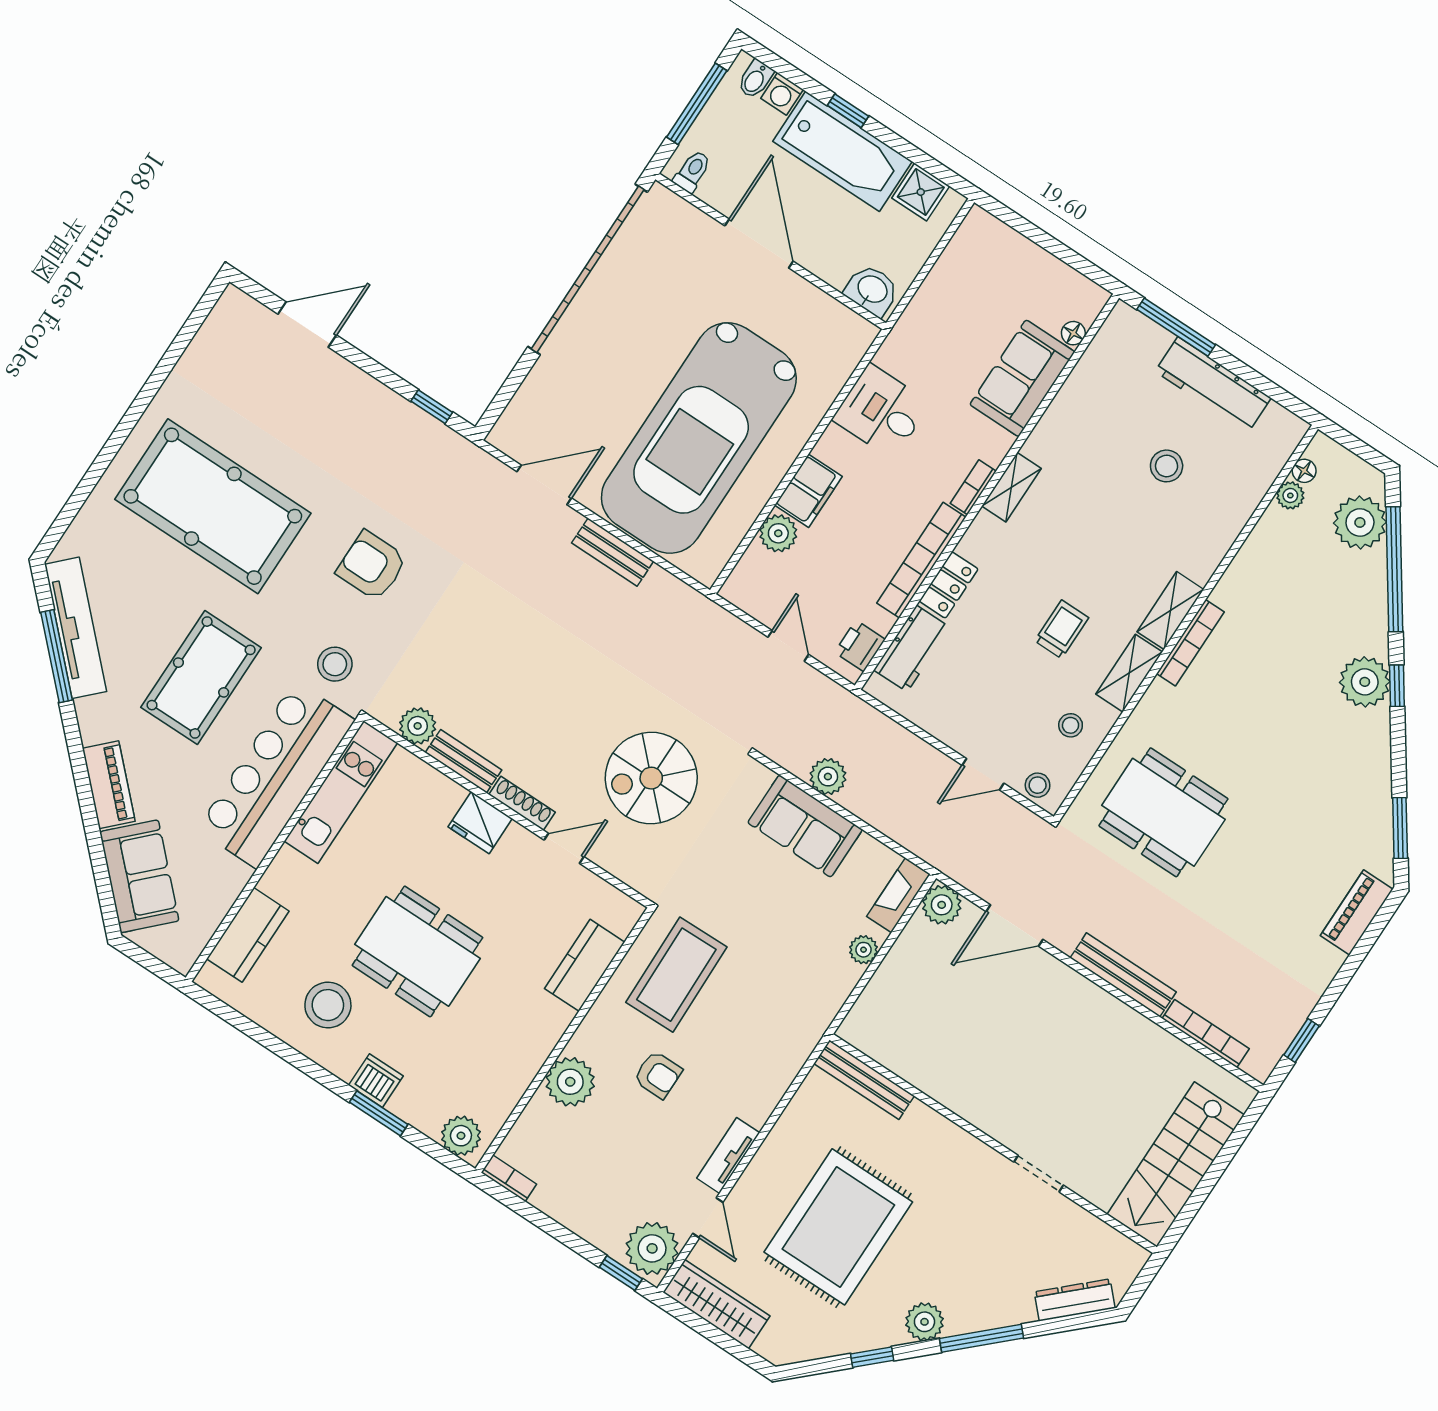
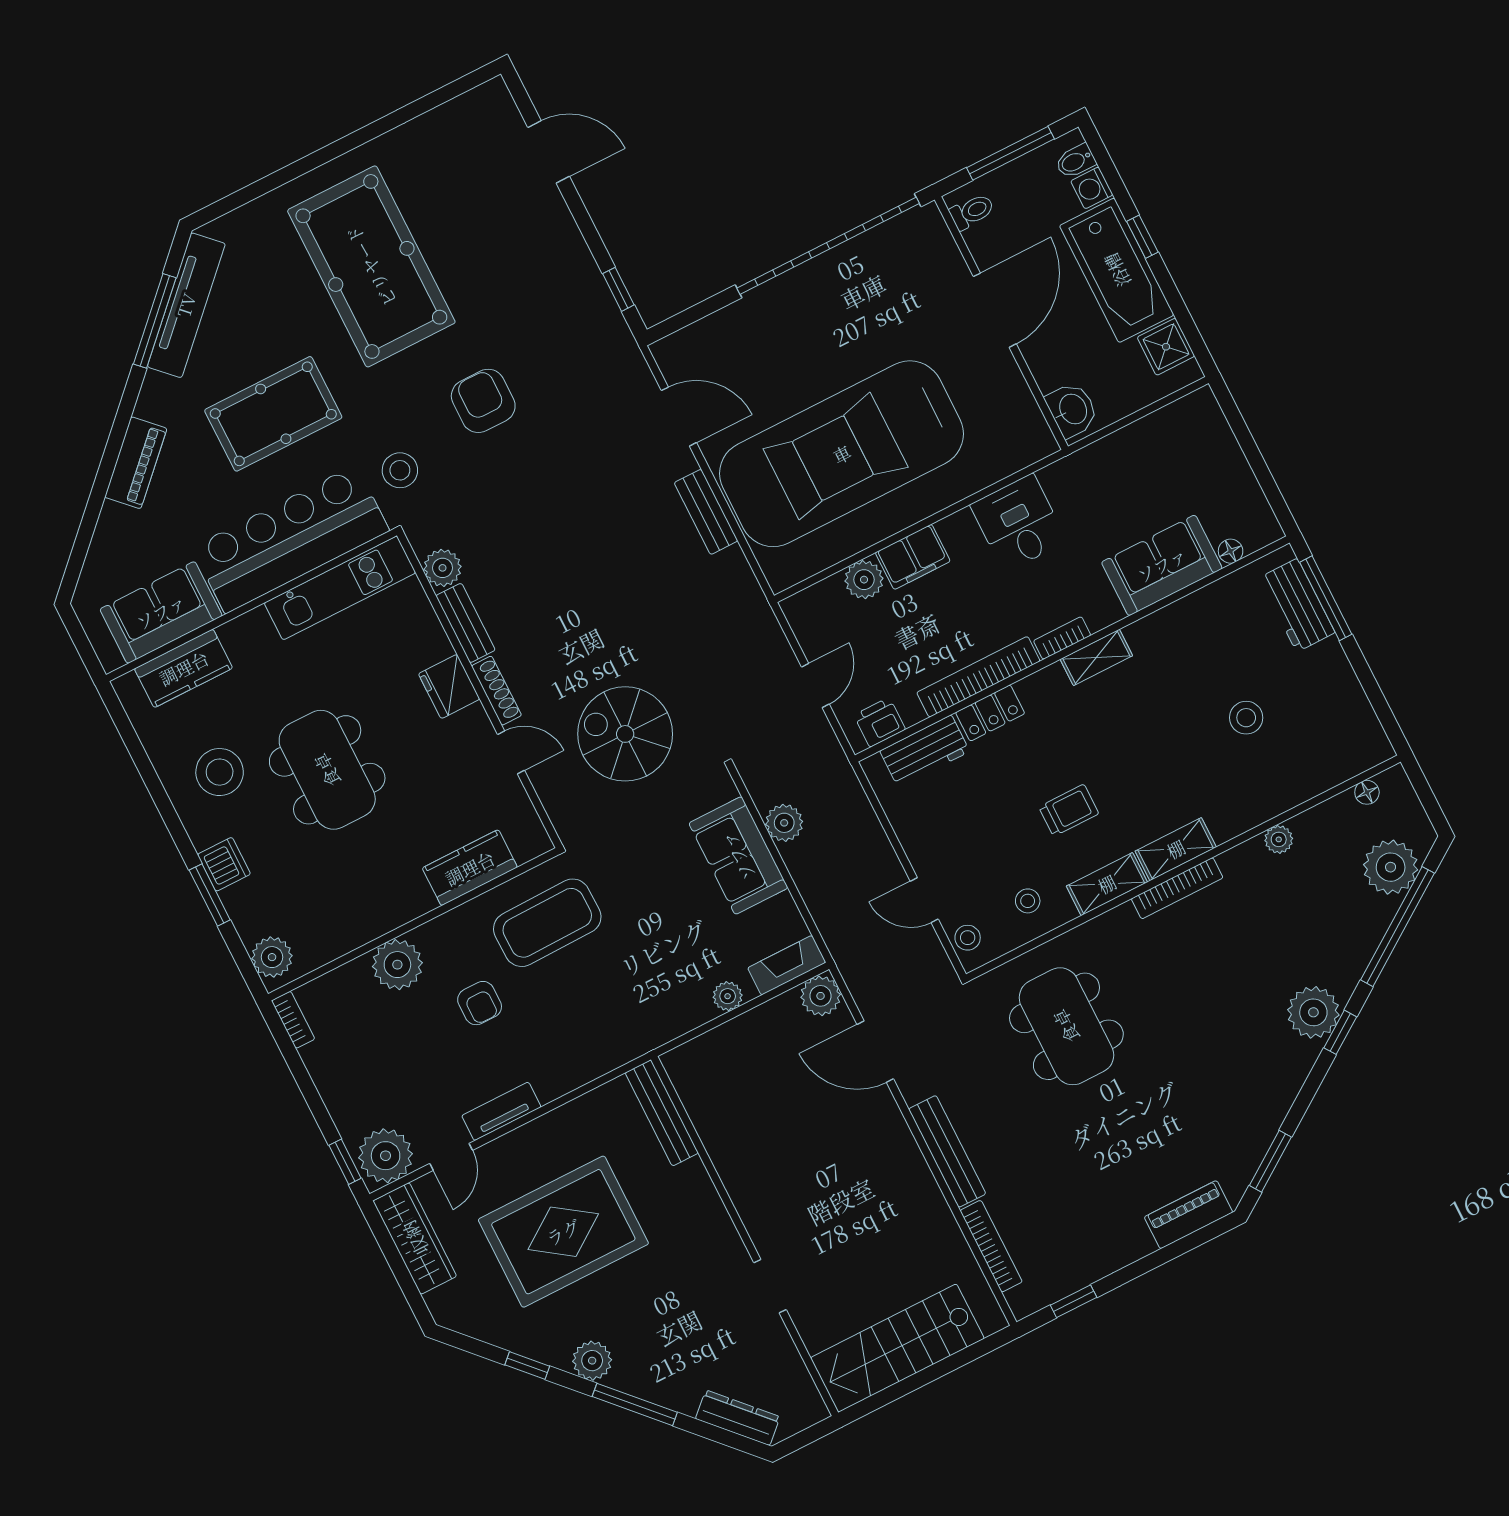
workbench: (1213, 385) -> (1297, 605), moved, width x0.73
plant: (1290, 495) -> (1279, 839), moved
sofa: (139, 876) -> (161, 612), moved, turned -135

